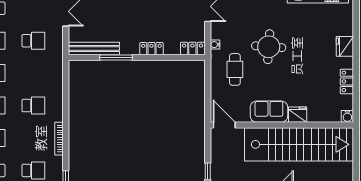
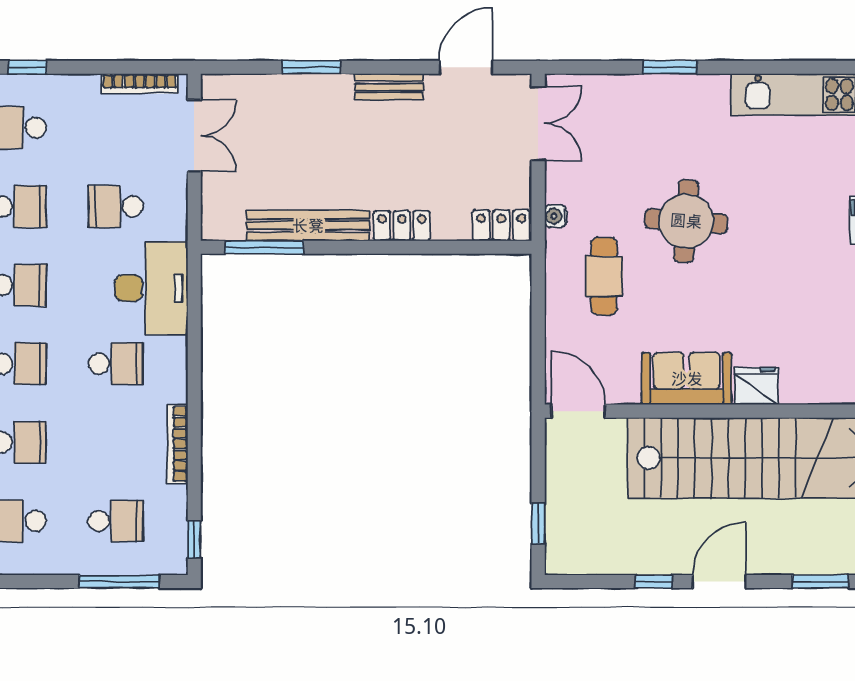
school desk: (33, 41) -> (116, 206), turned 180
bench: (94, 49) -> (308, 226), moved
window: (116, 57) -> (264, 247), moved
desk: (48, 74) -> (151, 288), added

